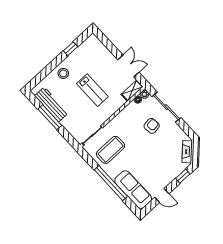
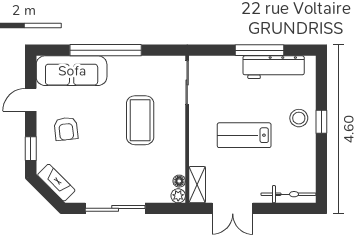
bicycle: (100, 48) -> (288, 194), added
window: (70, 49) -> (321, 122), moved
sliding door: (166, 107) -> (115, 208), moved
armchair: (152, 126) -> (66, 129), moved
coffee table: (111, 150) -> (140, 120), moved

